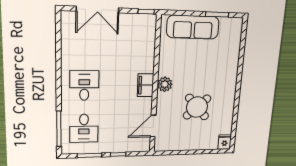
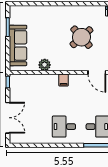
plant: (165, 84) -> (45, 65), moved
filing cabinet: (146, 85) -> (64, 80), width x0.50

